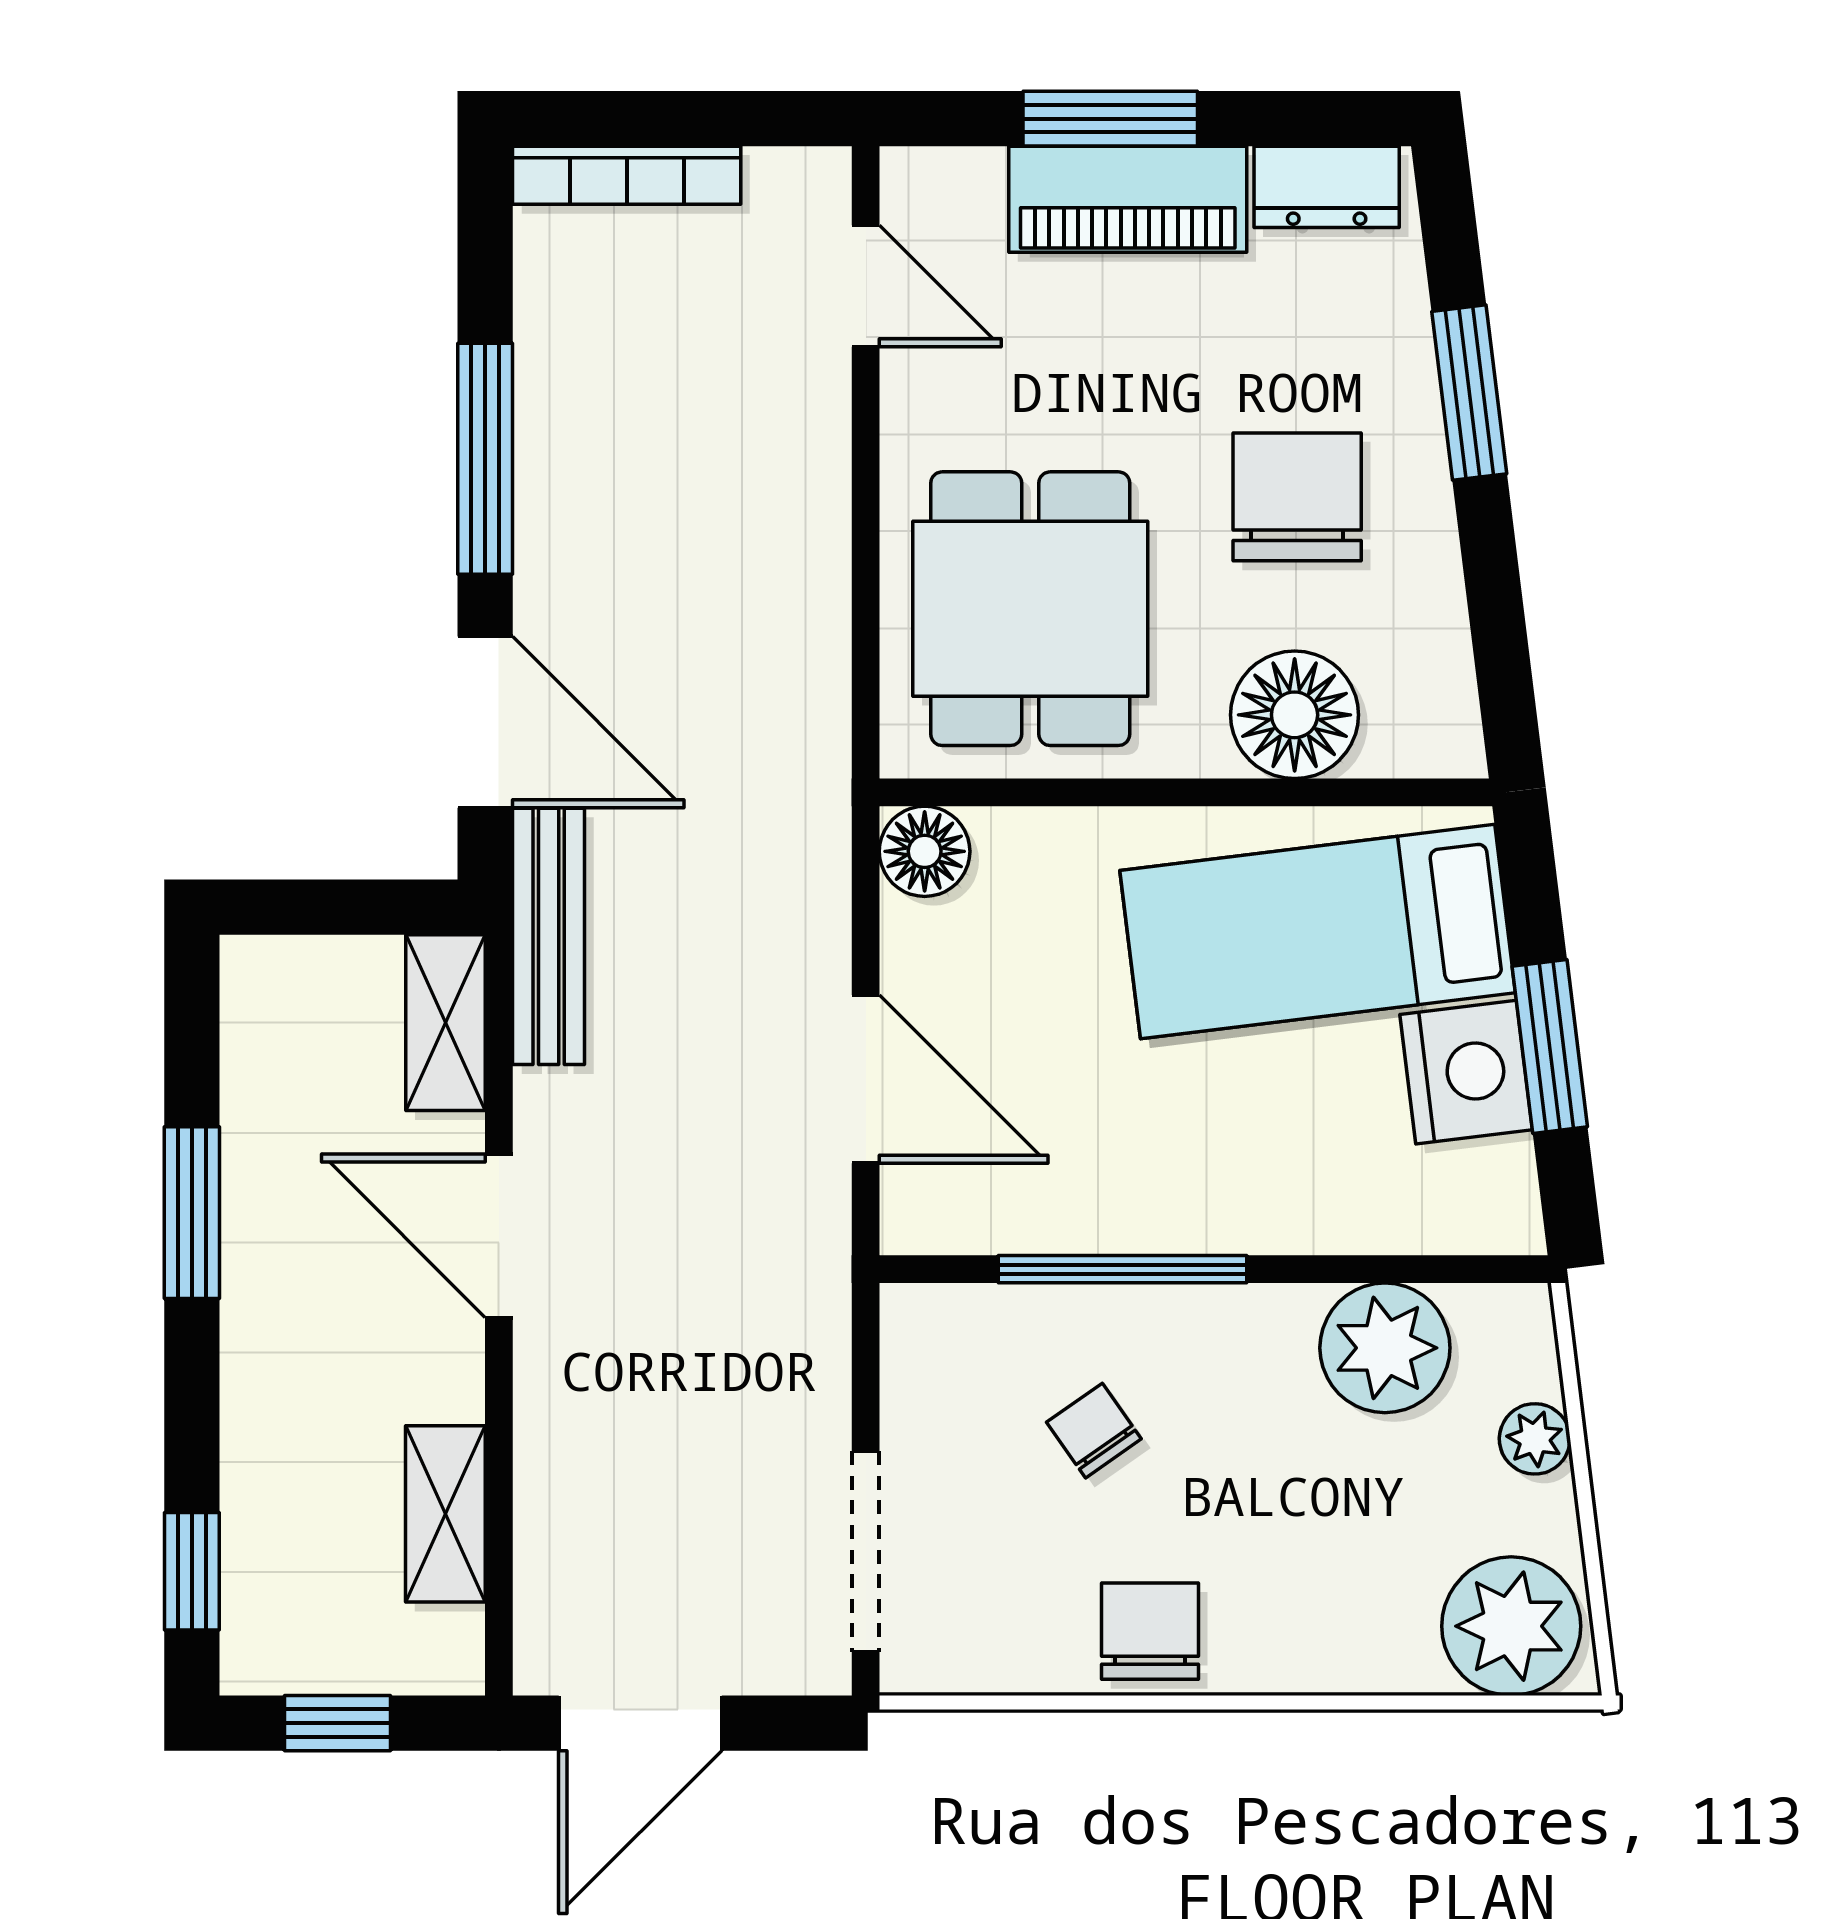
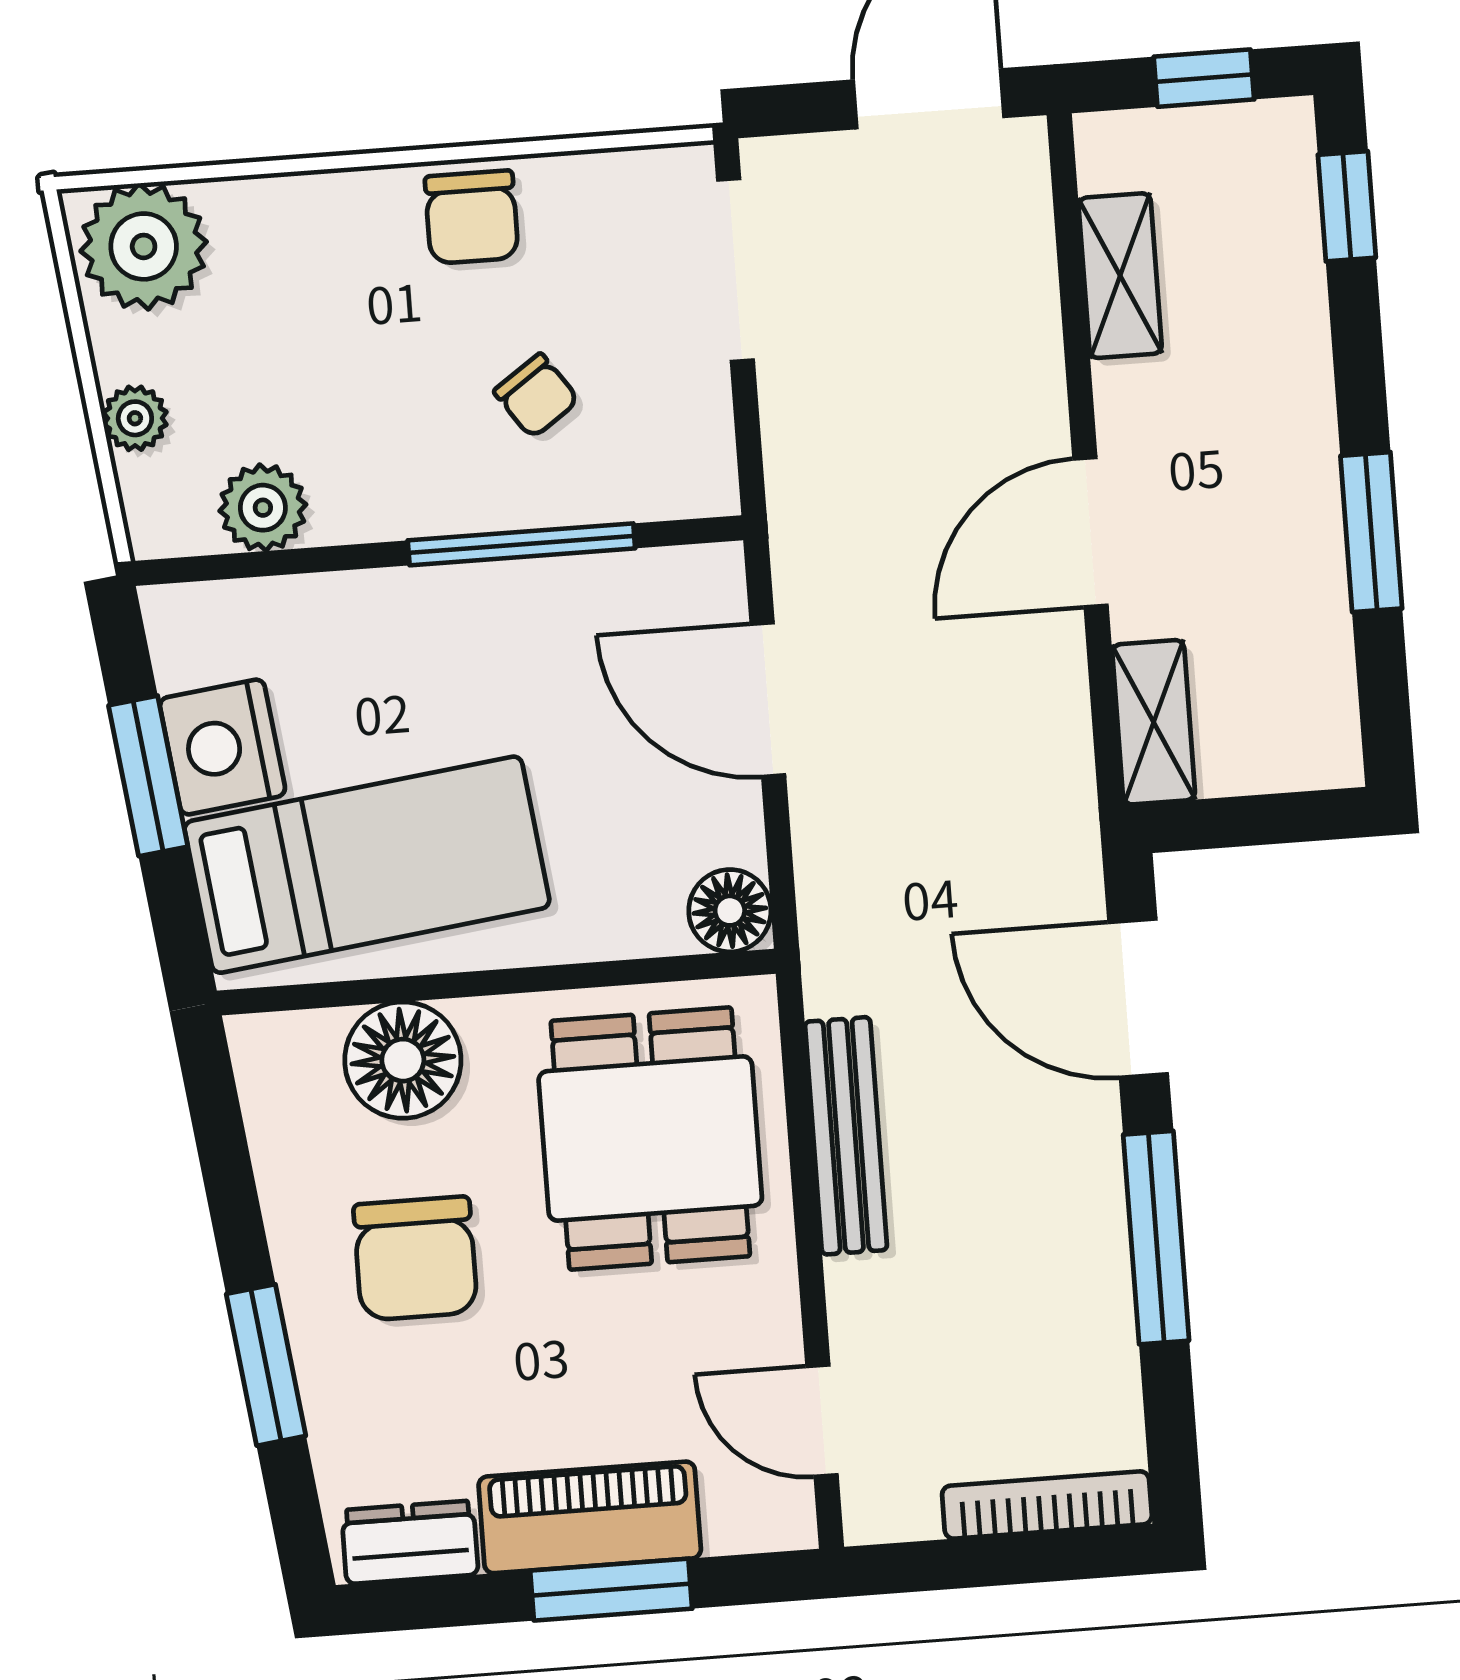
bench: (549, 936) -> (846, 1136), moved
door: (499, 1236) -> (1091, 532), swing flipped
plant: (1385, 1348) -> (263, 508), width x0.73, depth x0.73

